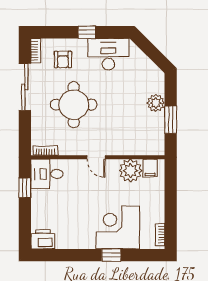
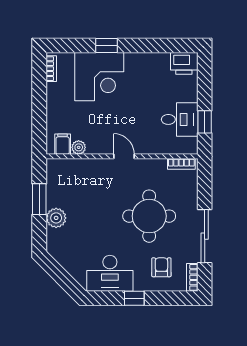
plant: (130, 171) -> (79, 147), width x0.53, depth x0.53
desk: (47, 174) -> (180, 119), moved

